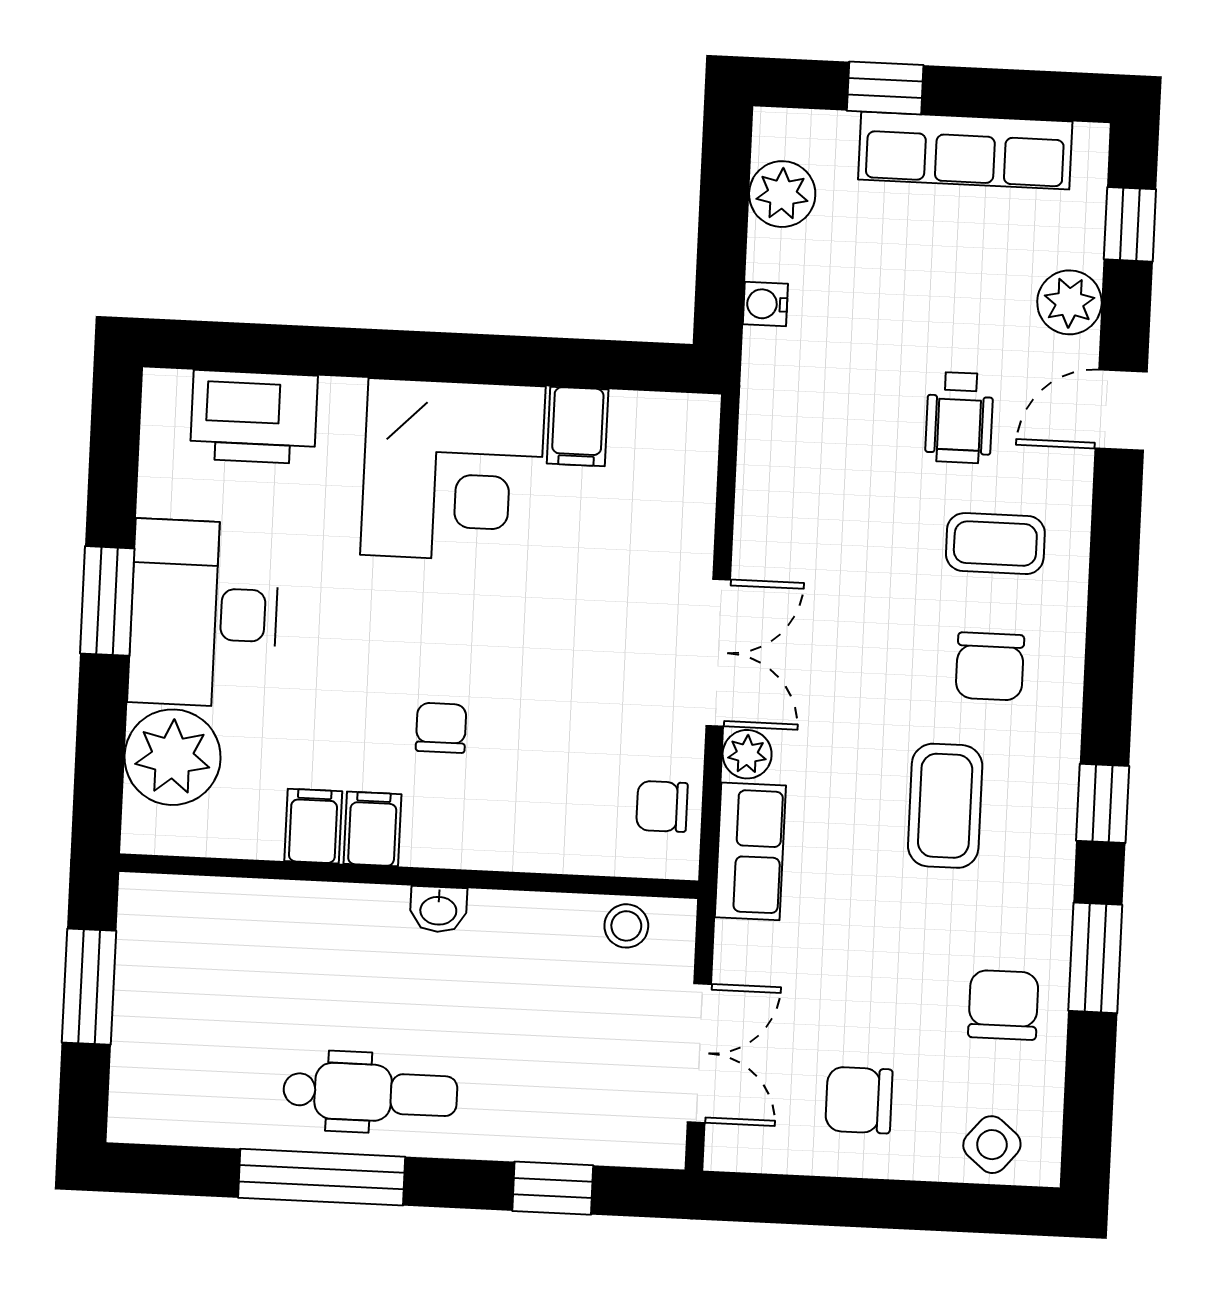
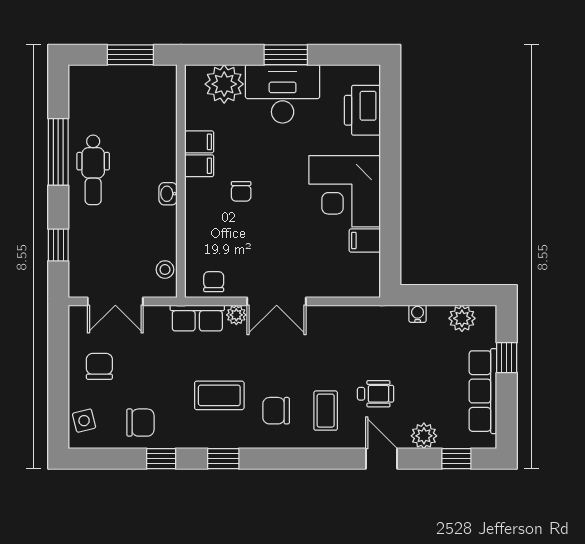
wheelchair: (959, 418) -> (376, 394), turned 180
chair: (441, 728) -> (241, 191), turned 90
window: (1095, 958) -> (161, 459), width x0.67
side table: (992, 1145) -> (84, 421), turned 36

